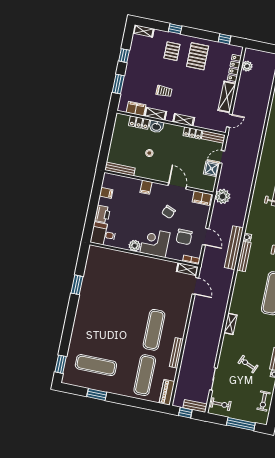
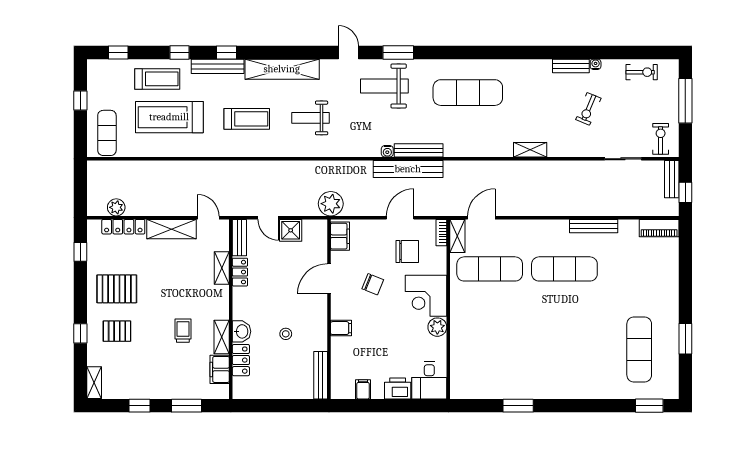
shelving: (184, 120) -> (222, 268), moved
exercise mat: (145, 375) -> (490, 269), moved

